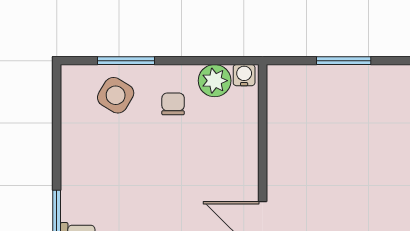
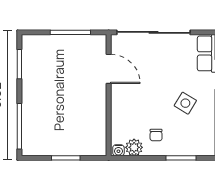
side table: (116, 95) -> (185, 103), moved

